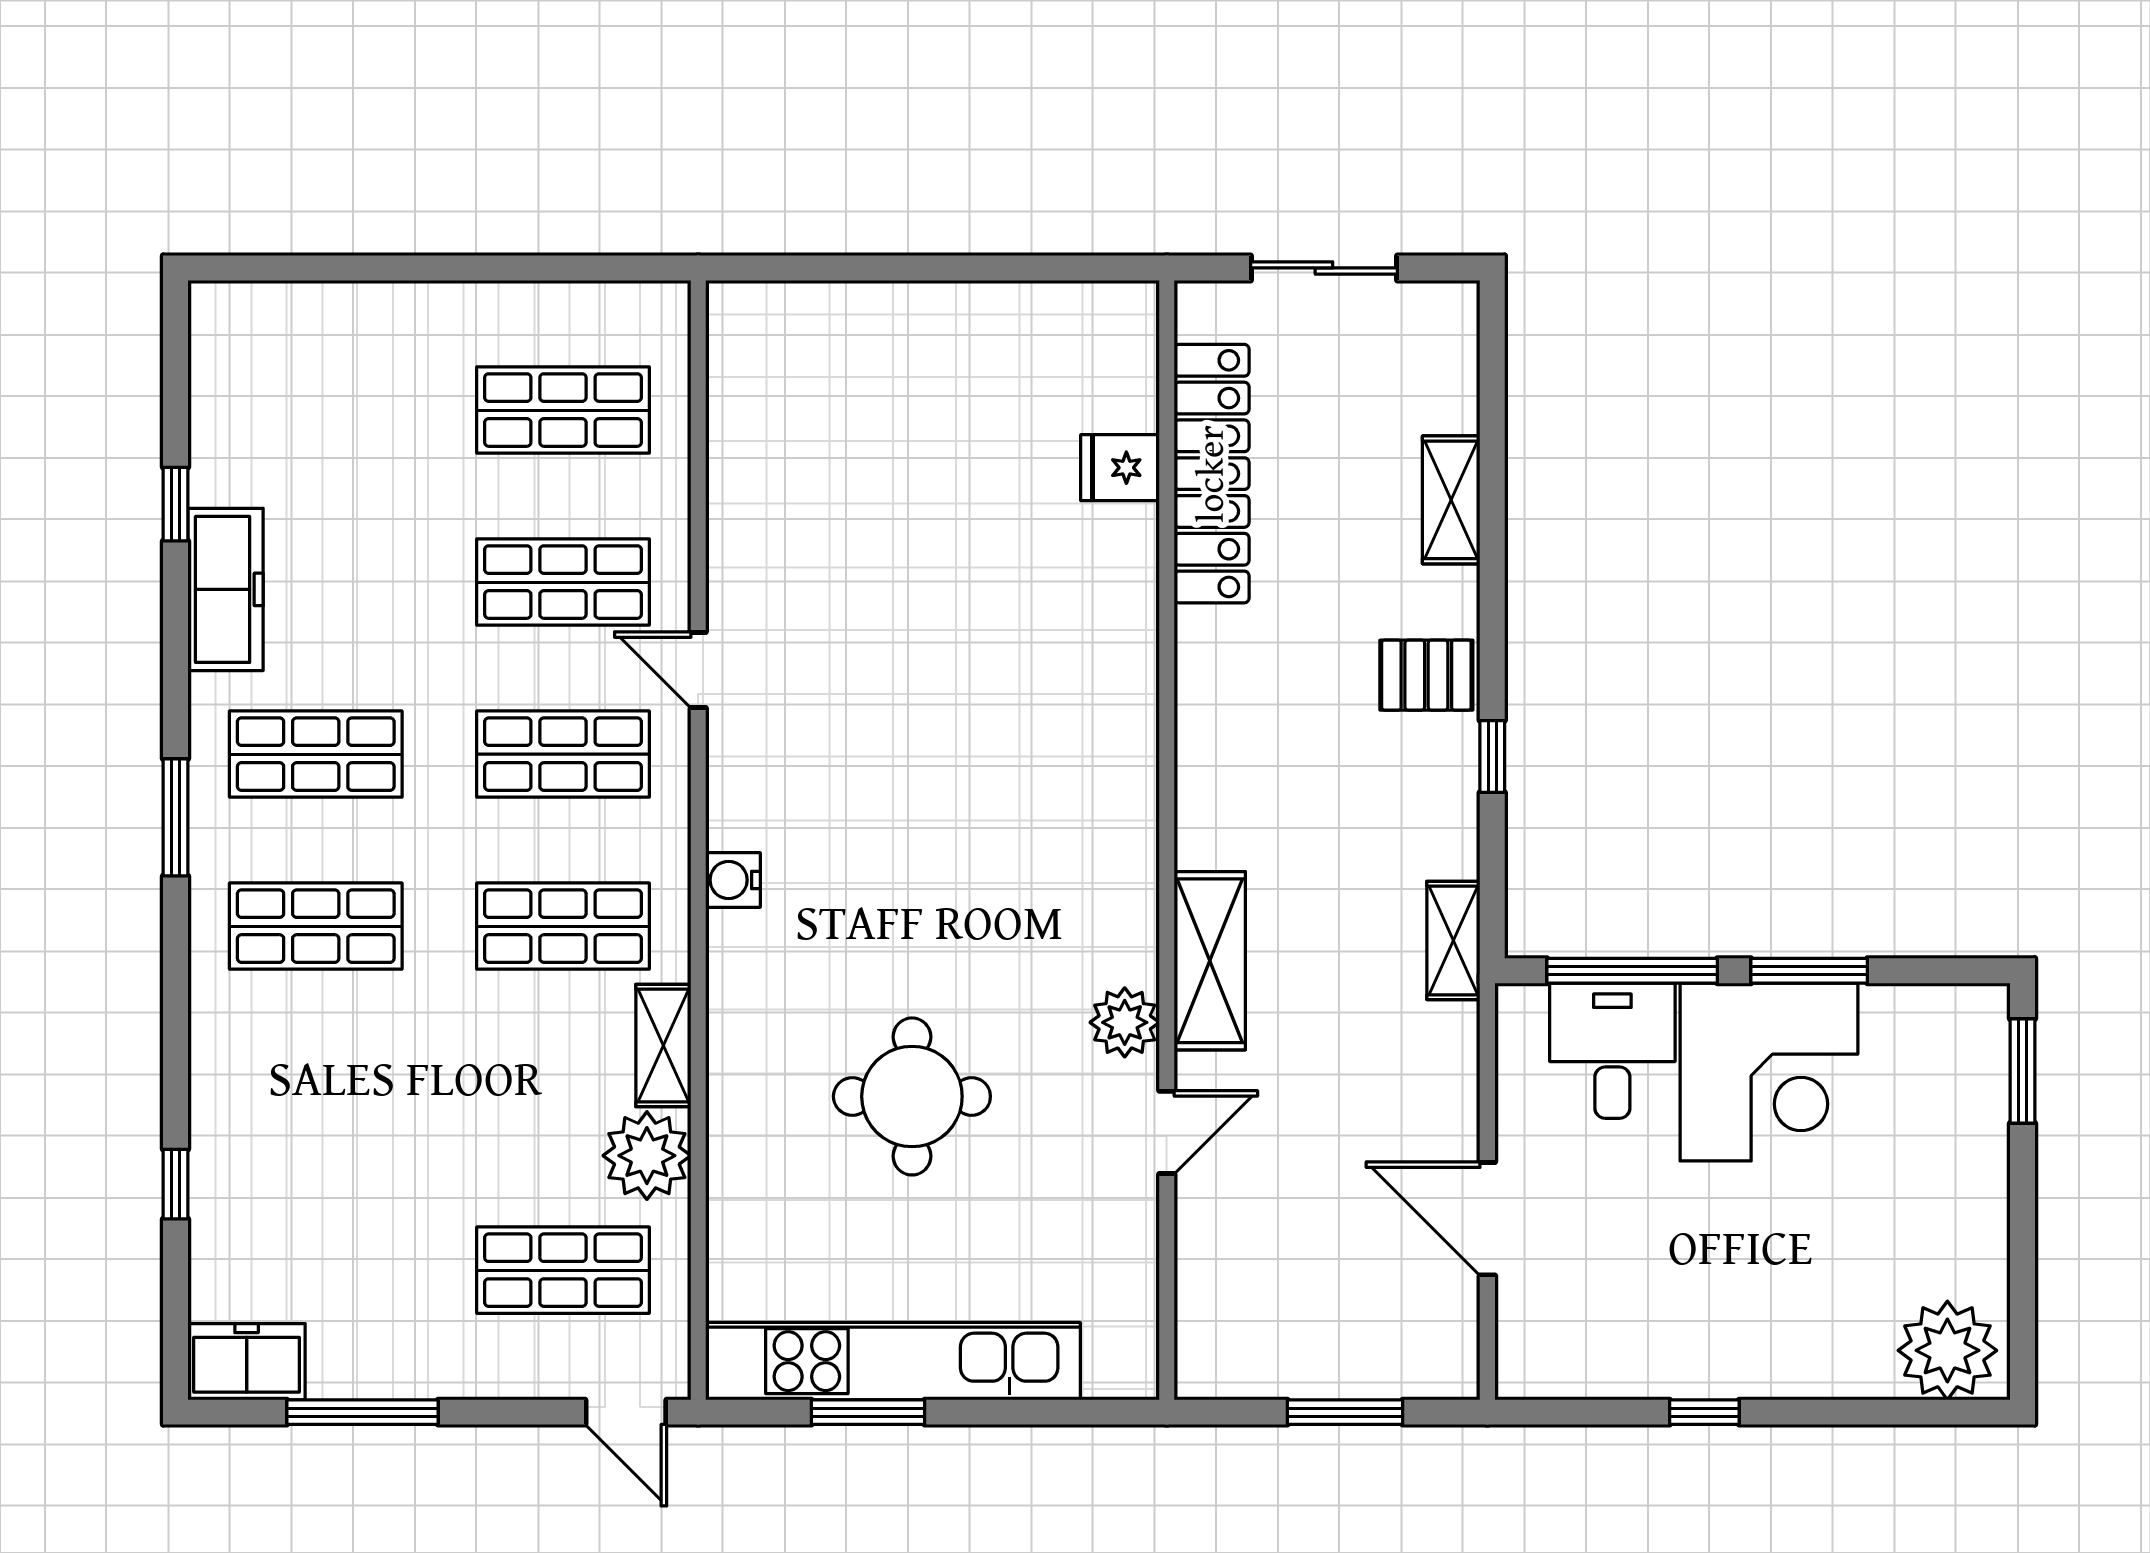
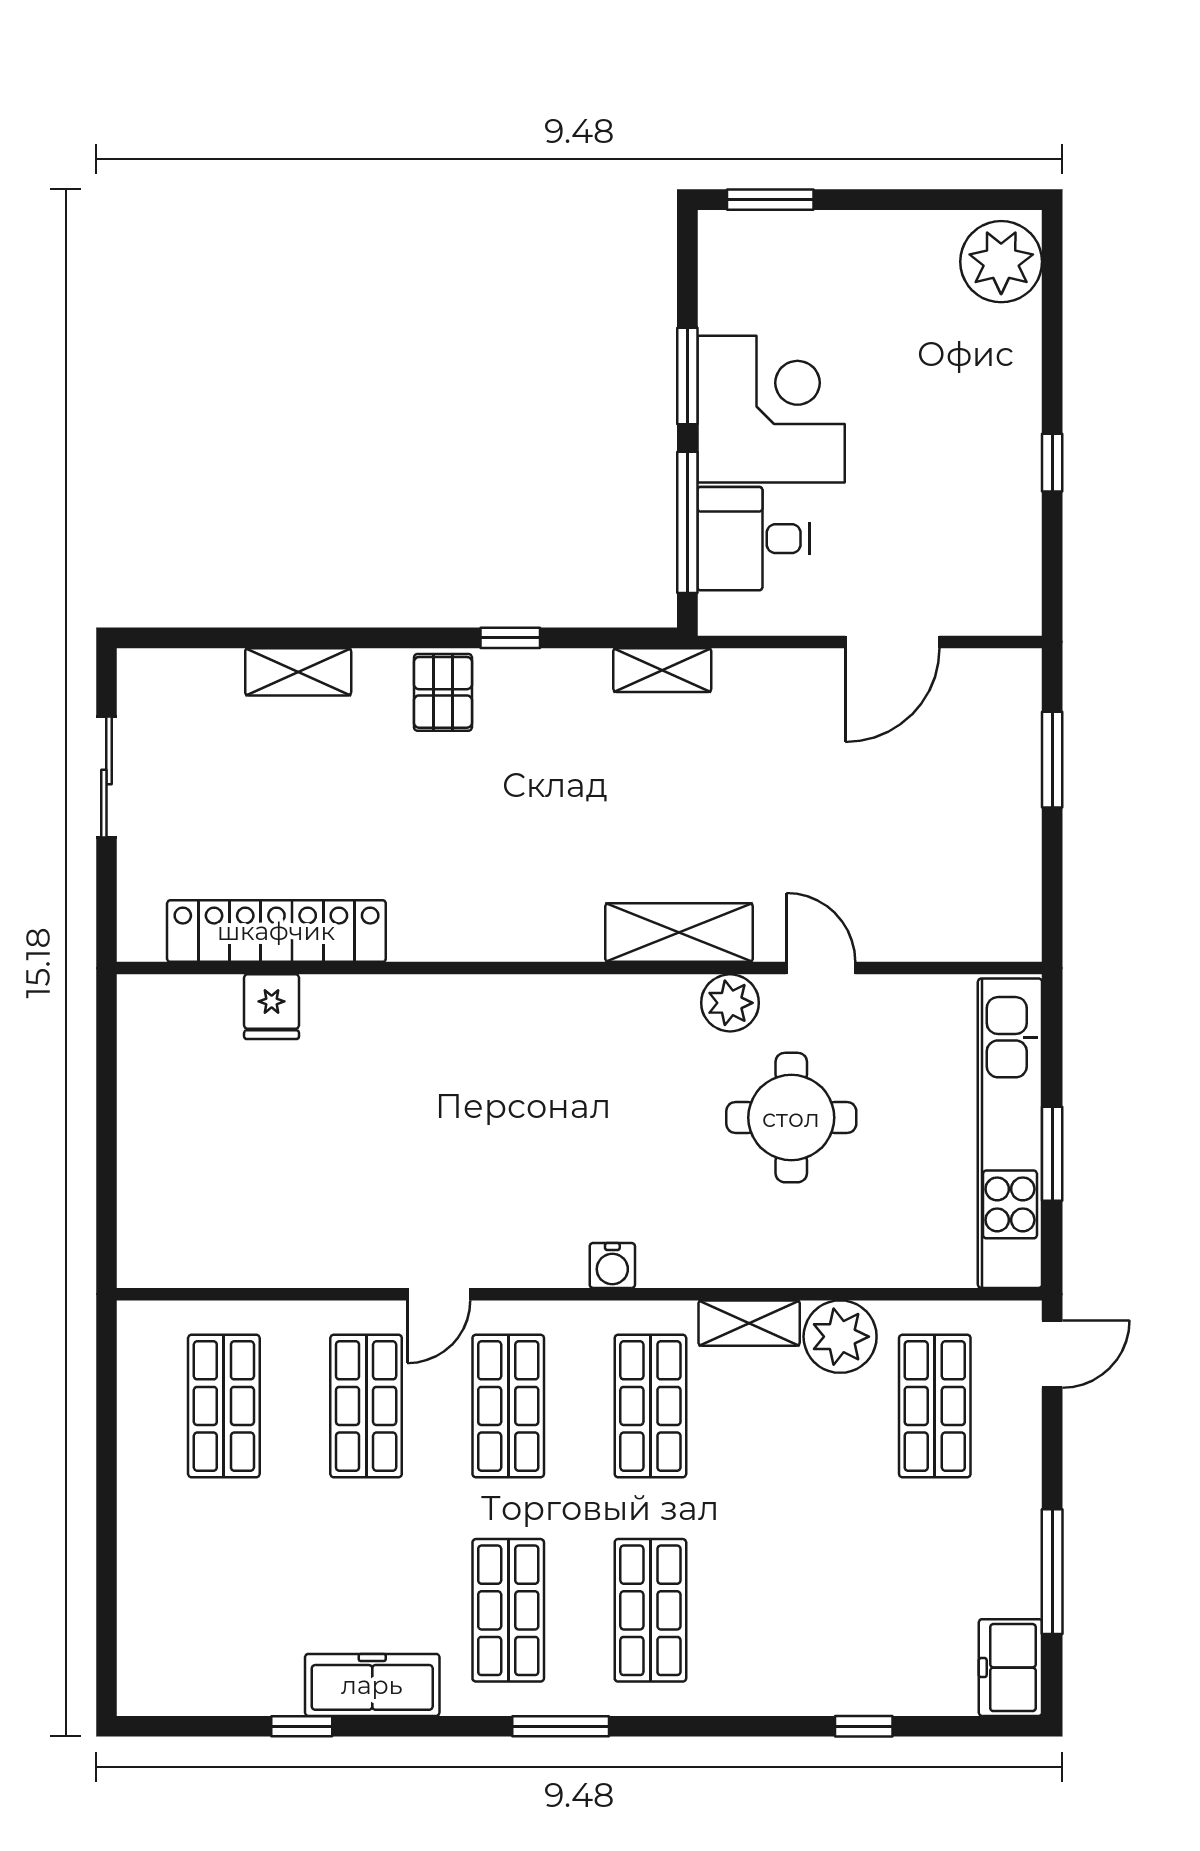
fridge: (1120, 468) -> (272, 1007), moved
locker: (1212, 474) -> (276, 931), moved
wall: (1167, 840) -> (579, 968), moved
shelving: (1210, 961) -> (679, 932), moved
plant: (1125, 1022) -> (730, 1003), moved
door: (1167, 1132) -> (821, 968), moved

